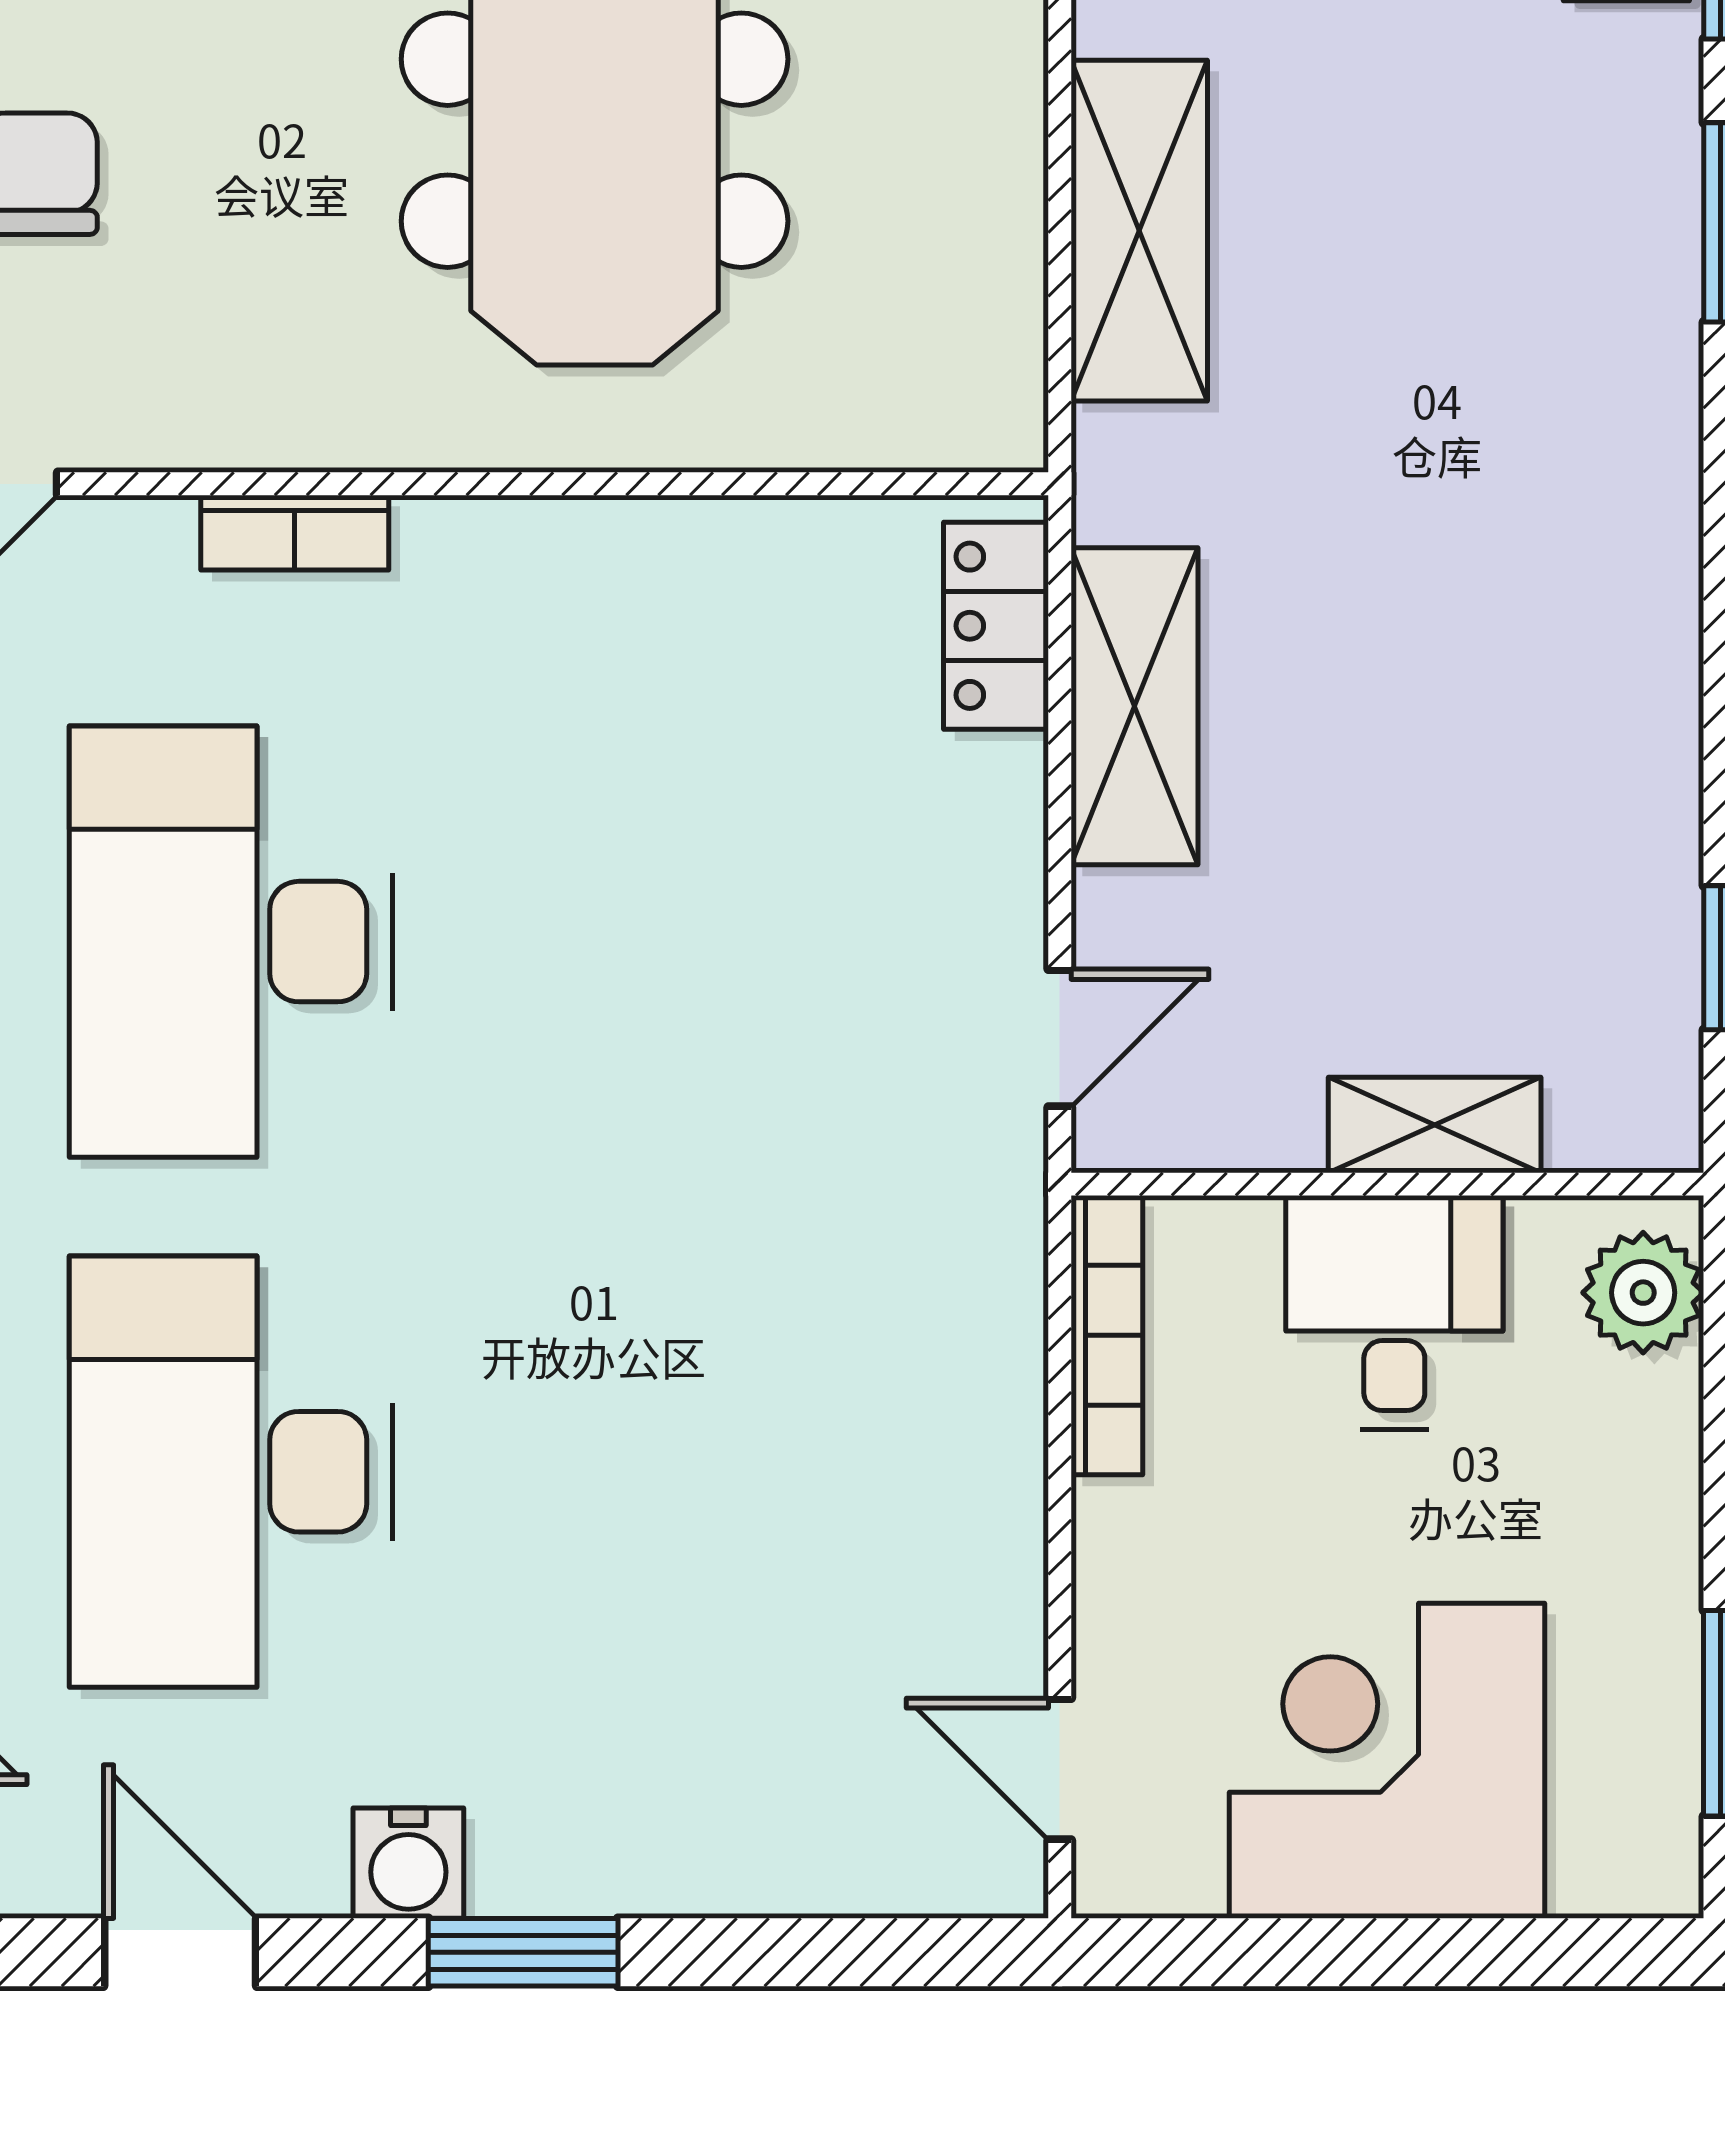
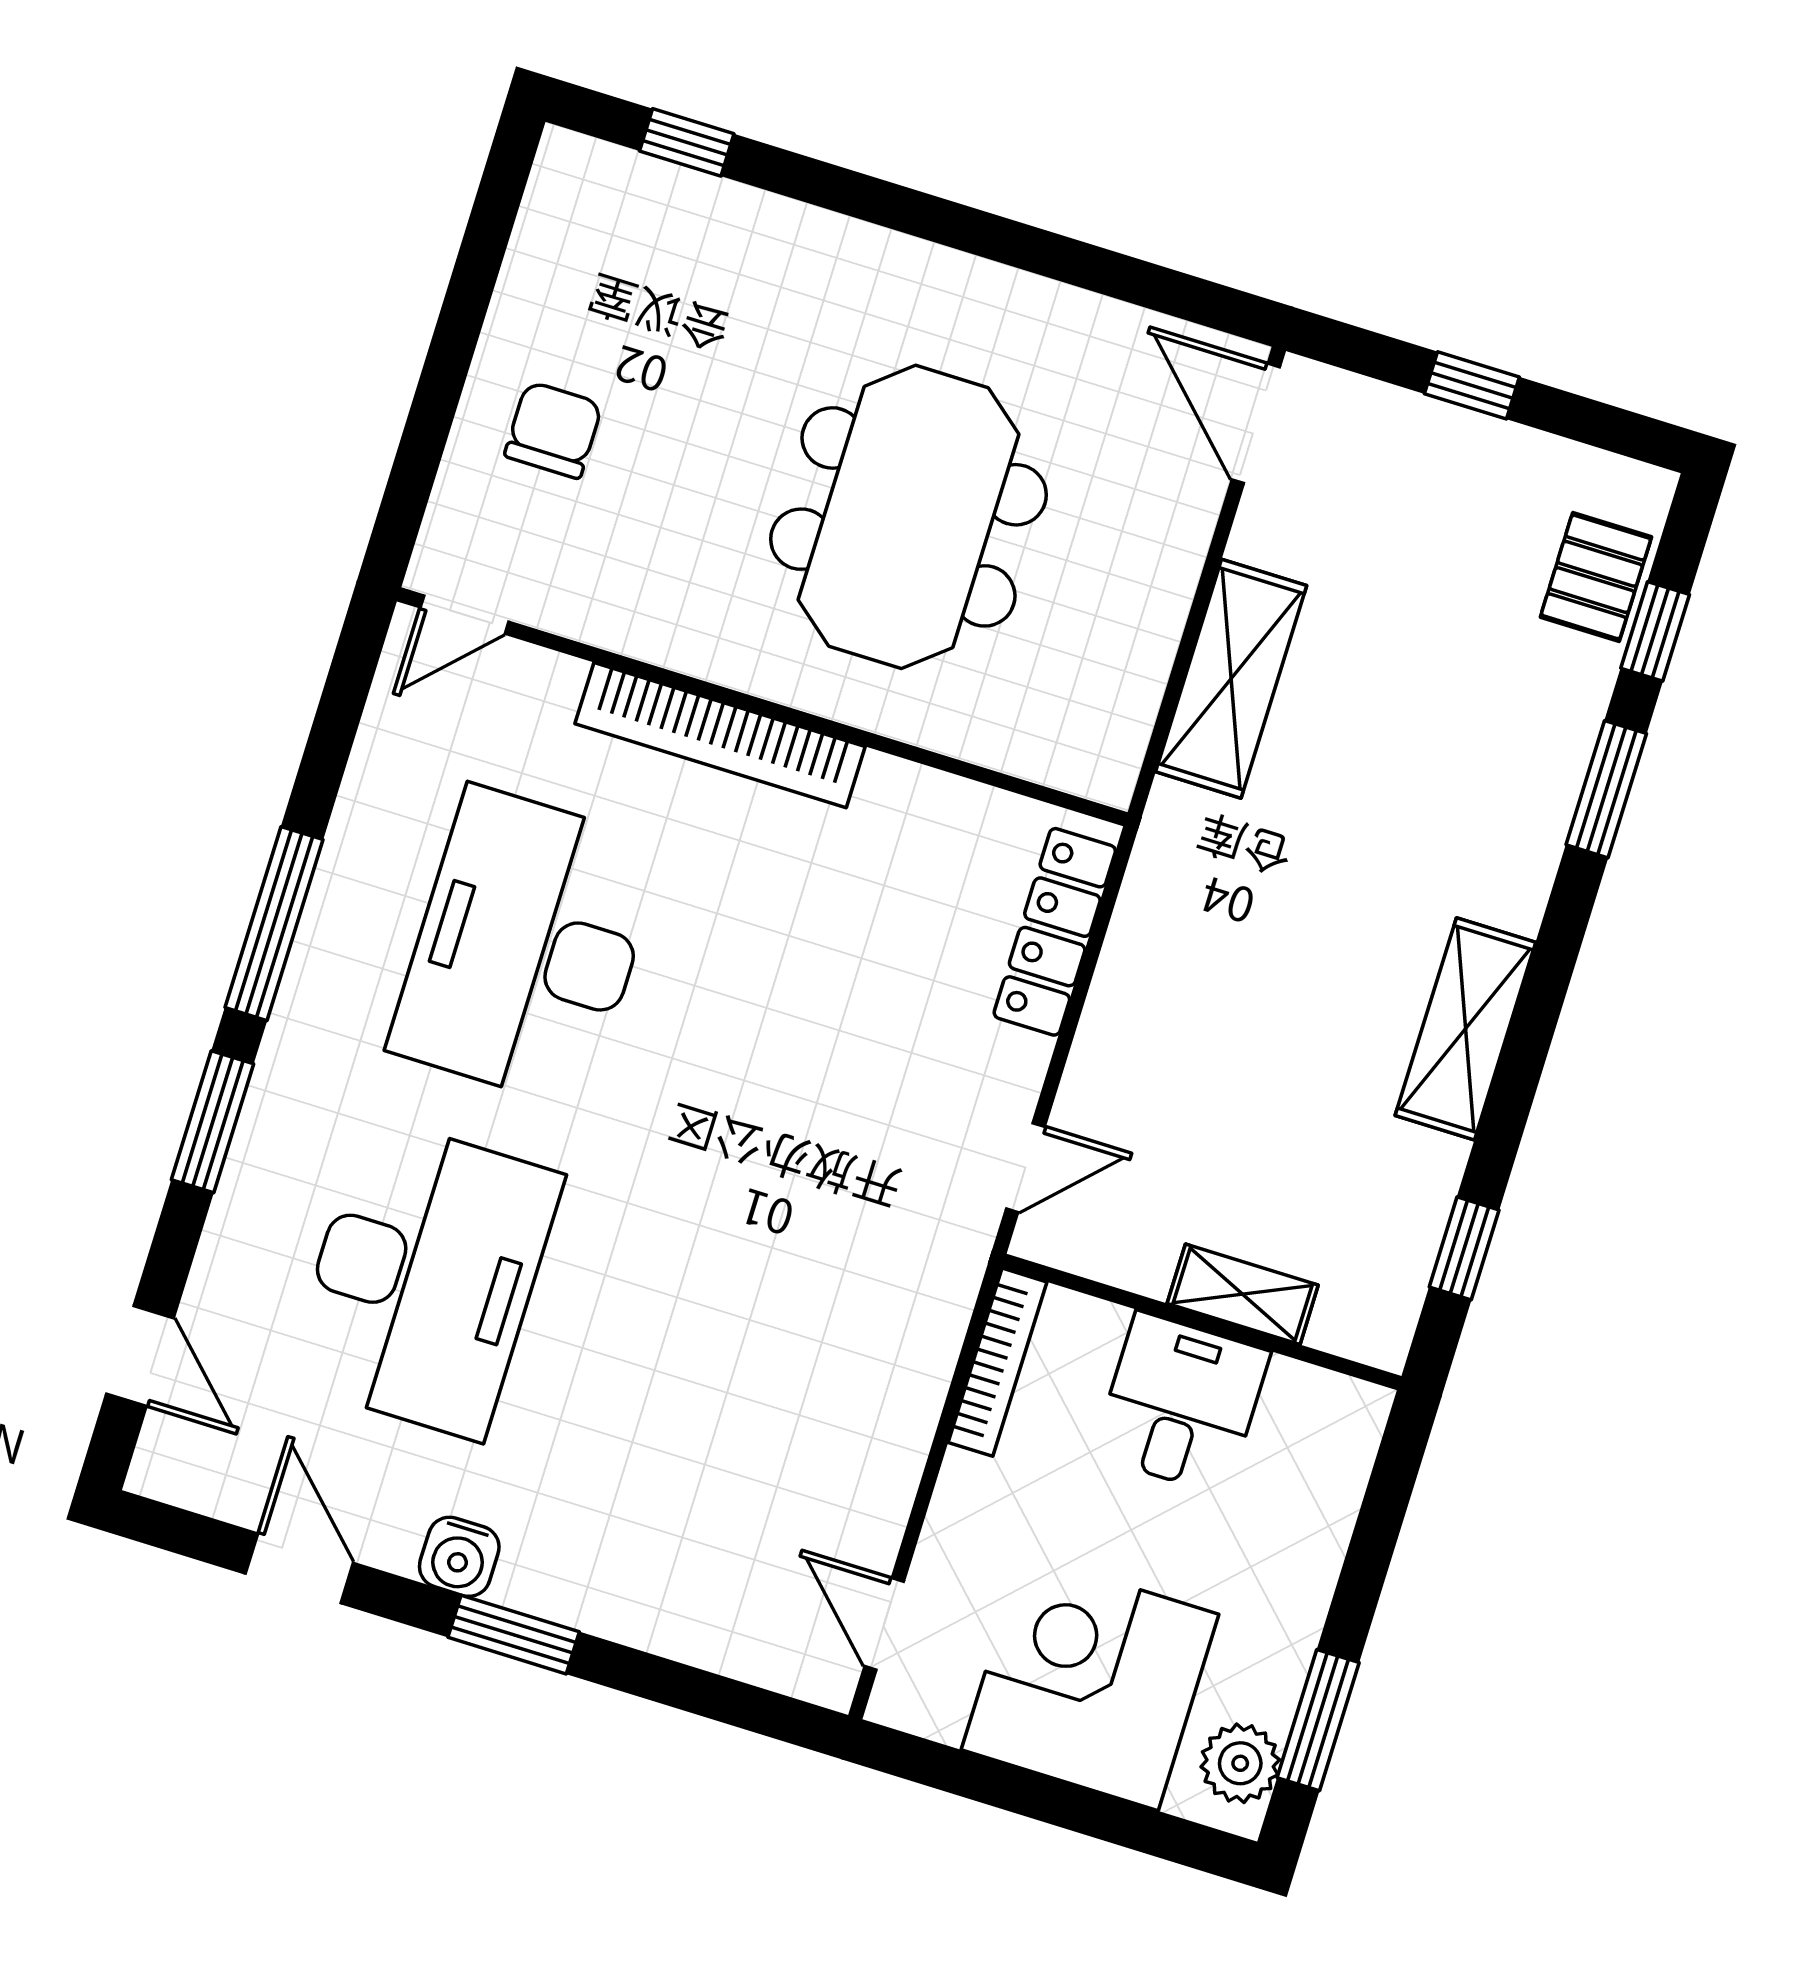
bookcase: (295, 533) -> (720, 735), width x2.31, depth x1.31
locker: (996, 626) -> (1055, 932), width x1.53
shelving: (1134, 706) -> (1465, 1029), moved
plant: (1643, 1293) -> (1240, 1763), moved
desk: (231, 1472) -> (424, 1278), turned 180

